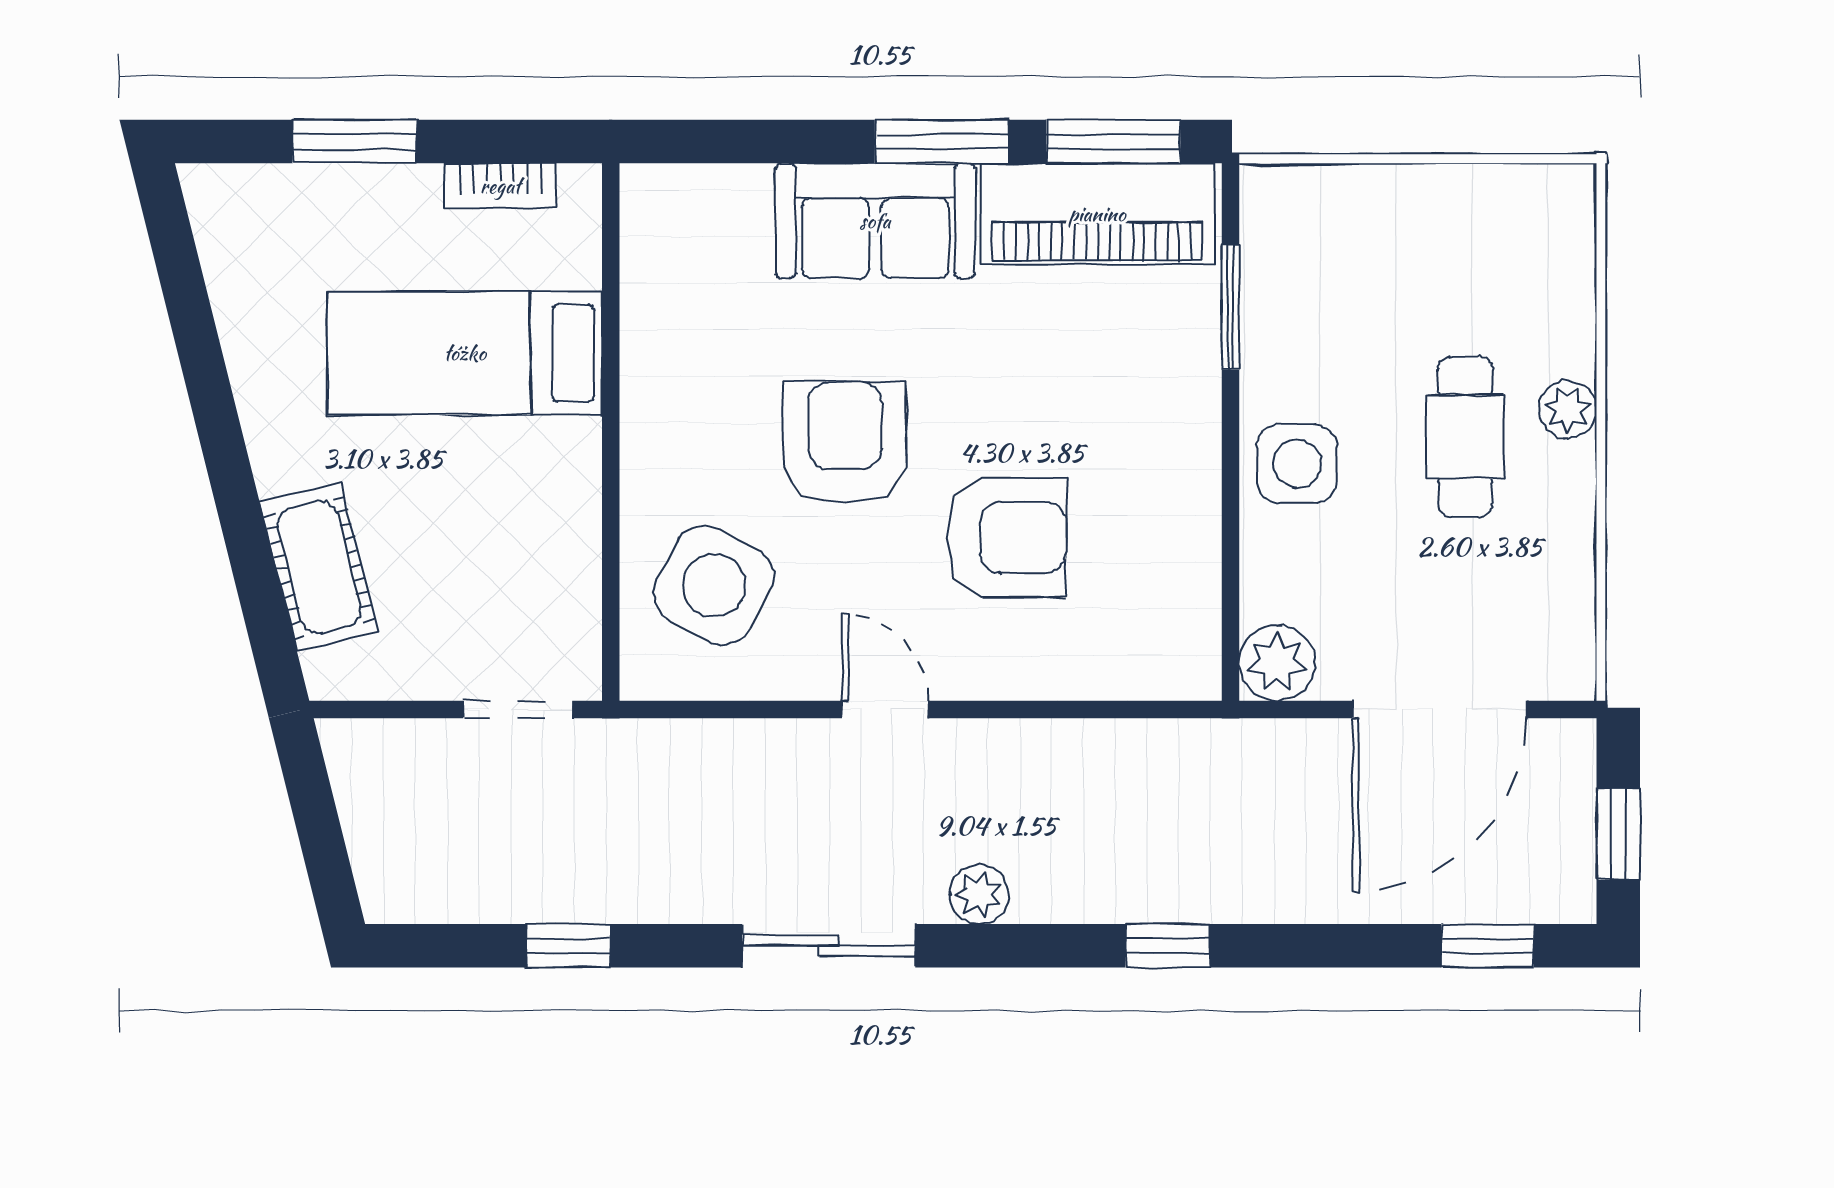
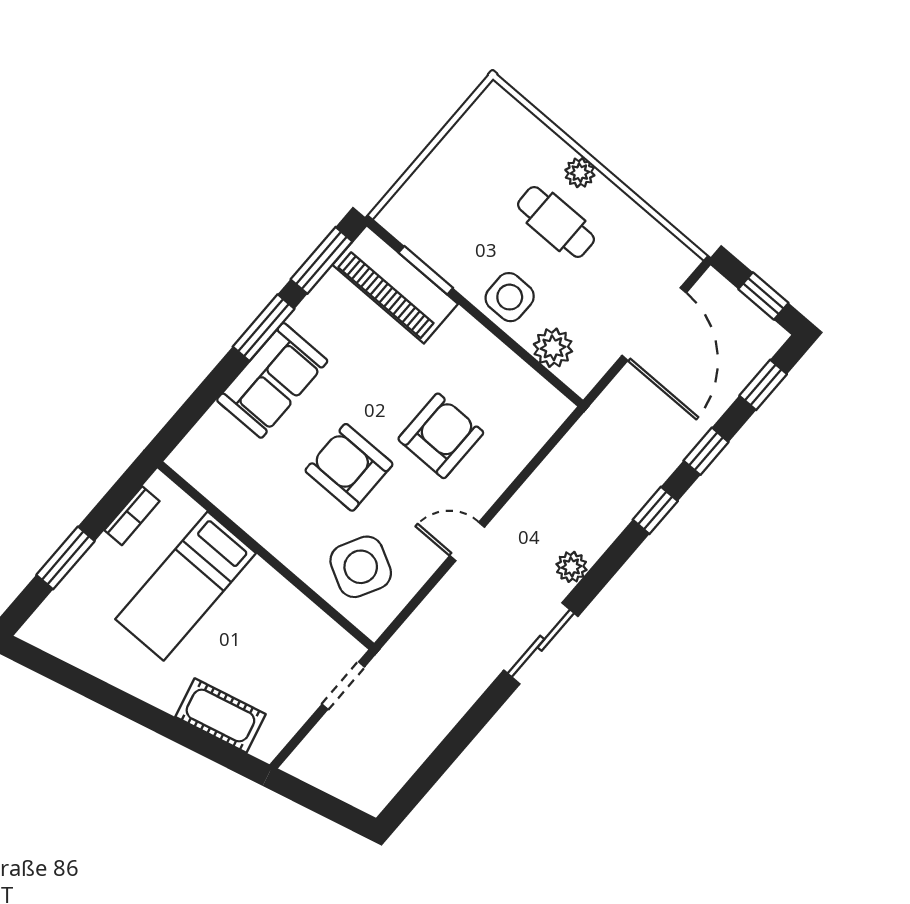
piano: (1097, 214) -> (395, 284), moved, turned 90
plant: (1277, 663) -> (553, 348), moved
window: (568, 946) -> (706, 451), moved

